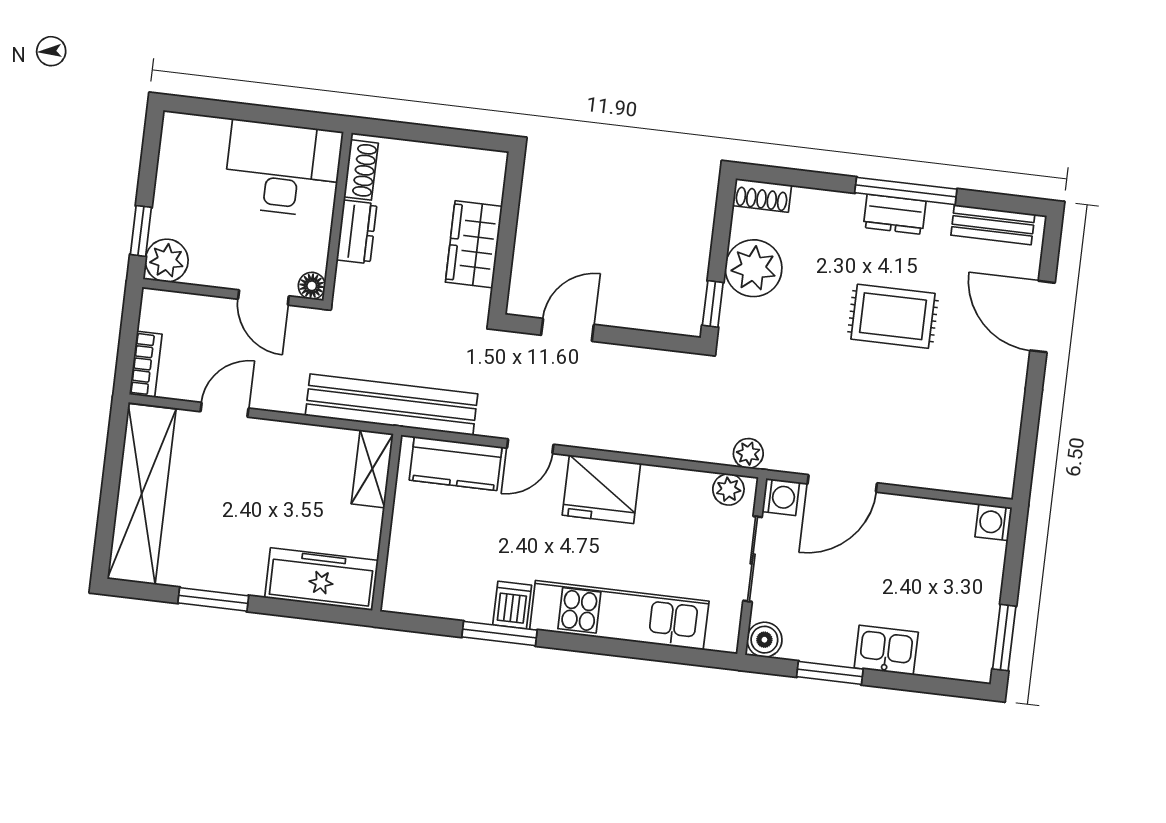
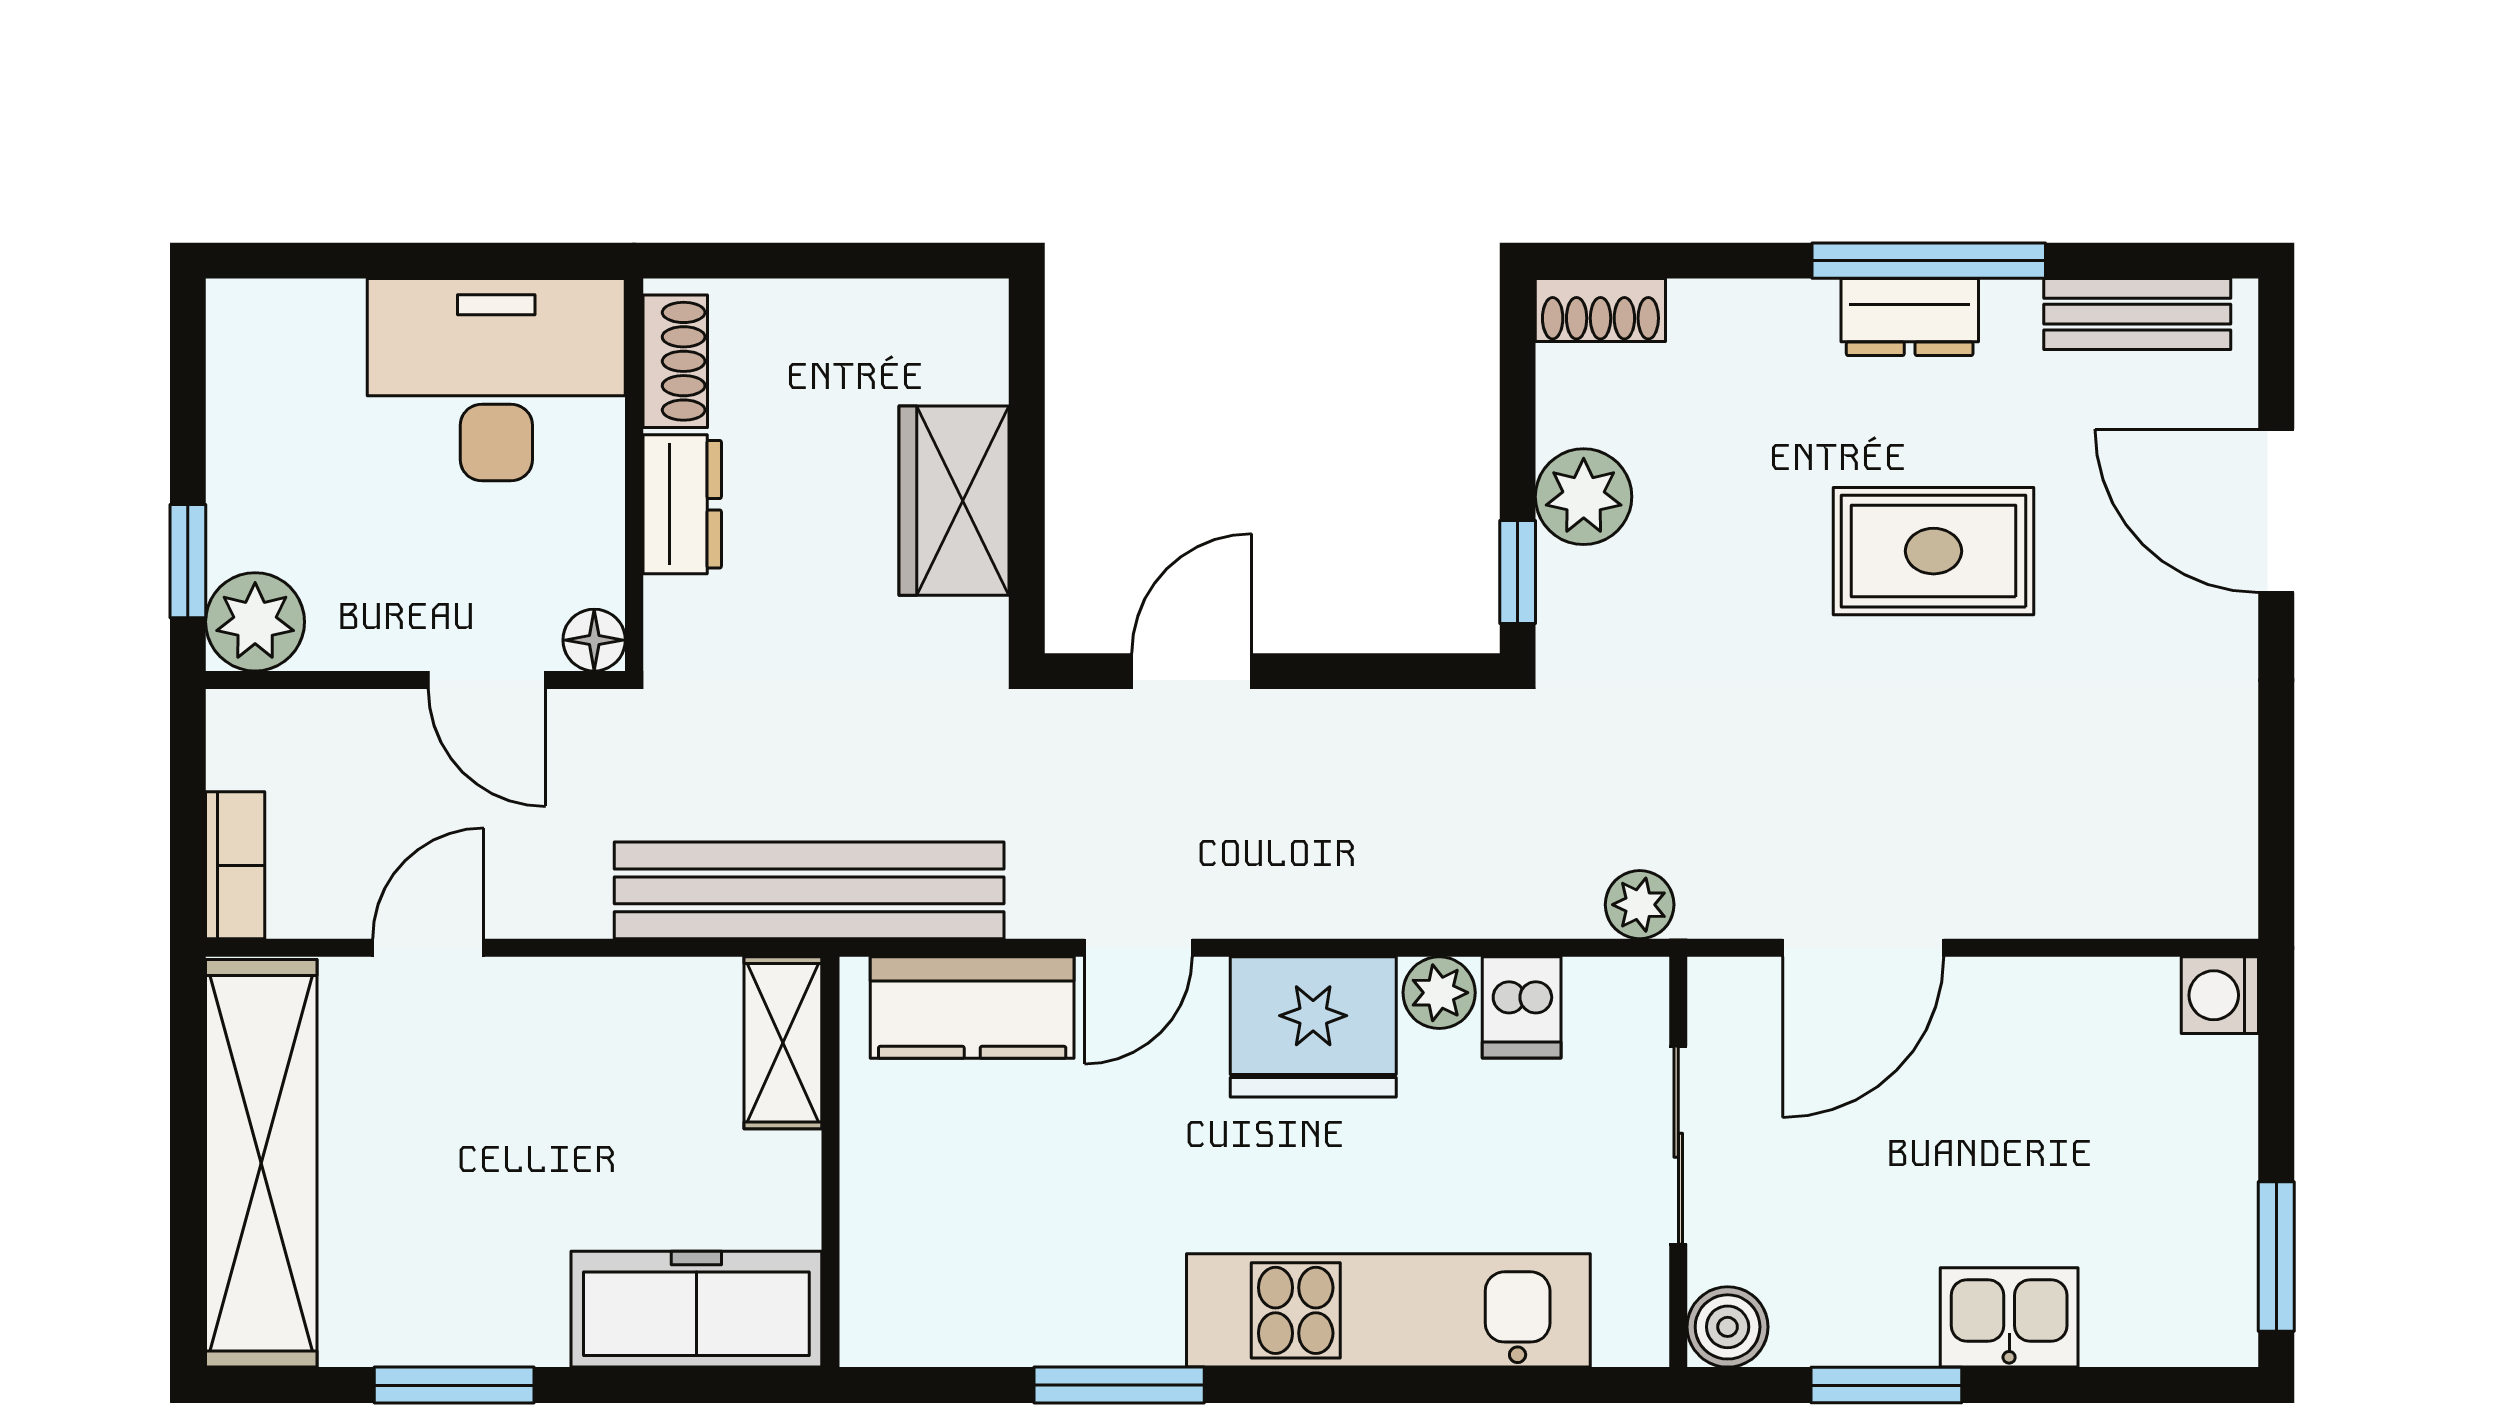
plant: (754, 268) -> (1584, 497), width x0.73, depth x0.73
plant: (728, 489) -> (1439, 993), moved
washing machine: (781, 497) -> (1726, 996), removed
dishwasher: (512, 605) -> (1522, 1007), moved, turned 180

